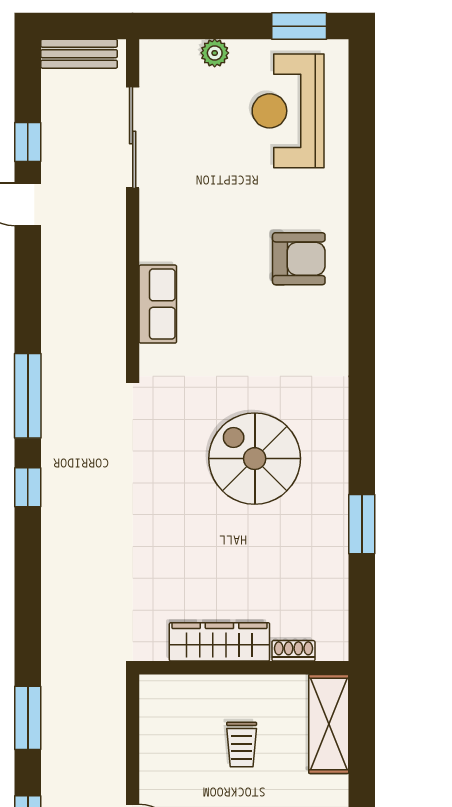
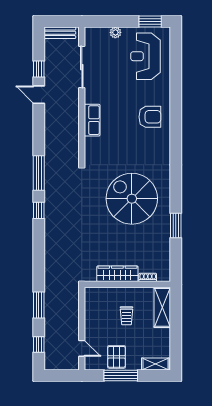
row of seats: (158, 304) -> (92, 120), moved
spiral stairs: (255, 459) -> (132, 199), width x1.37, depth x1.37

